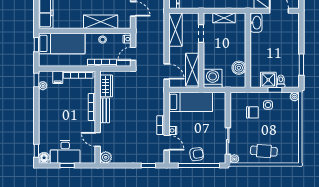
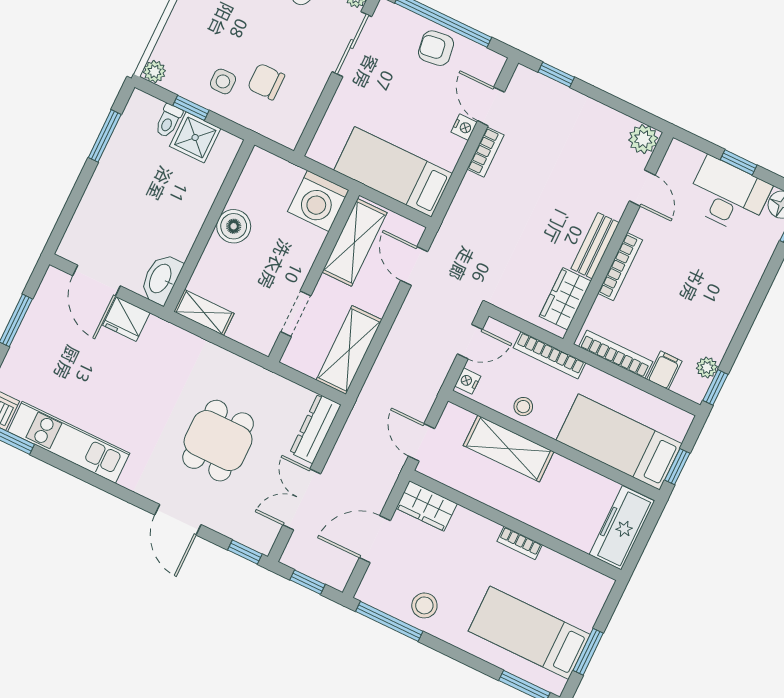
shelving: (224, 18) -> (204, 313), moved
boiler: (239, 68) -> (234, 226), moved

